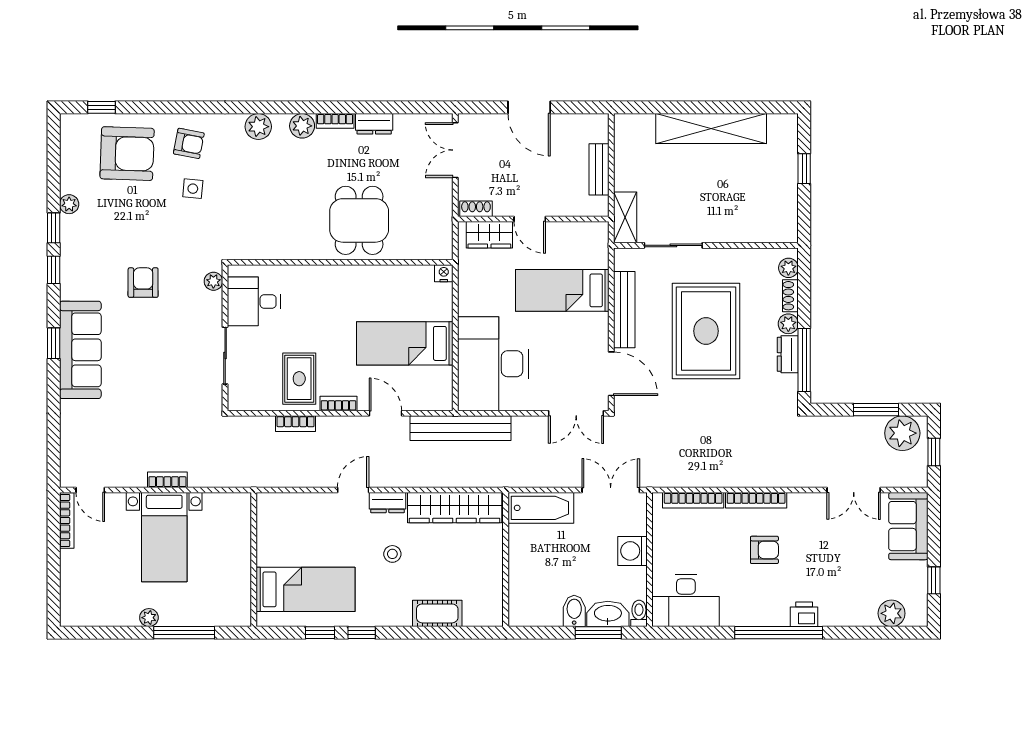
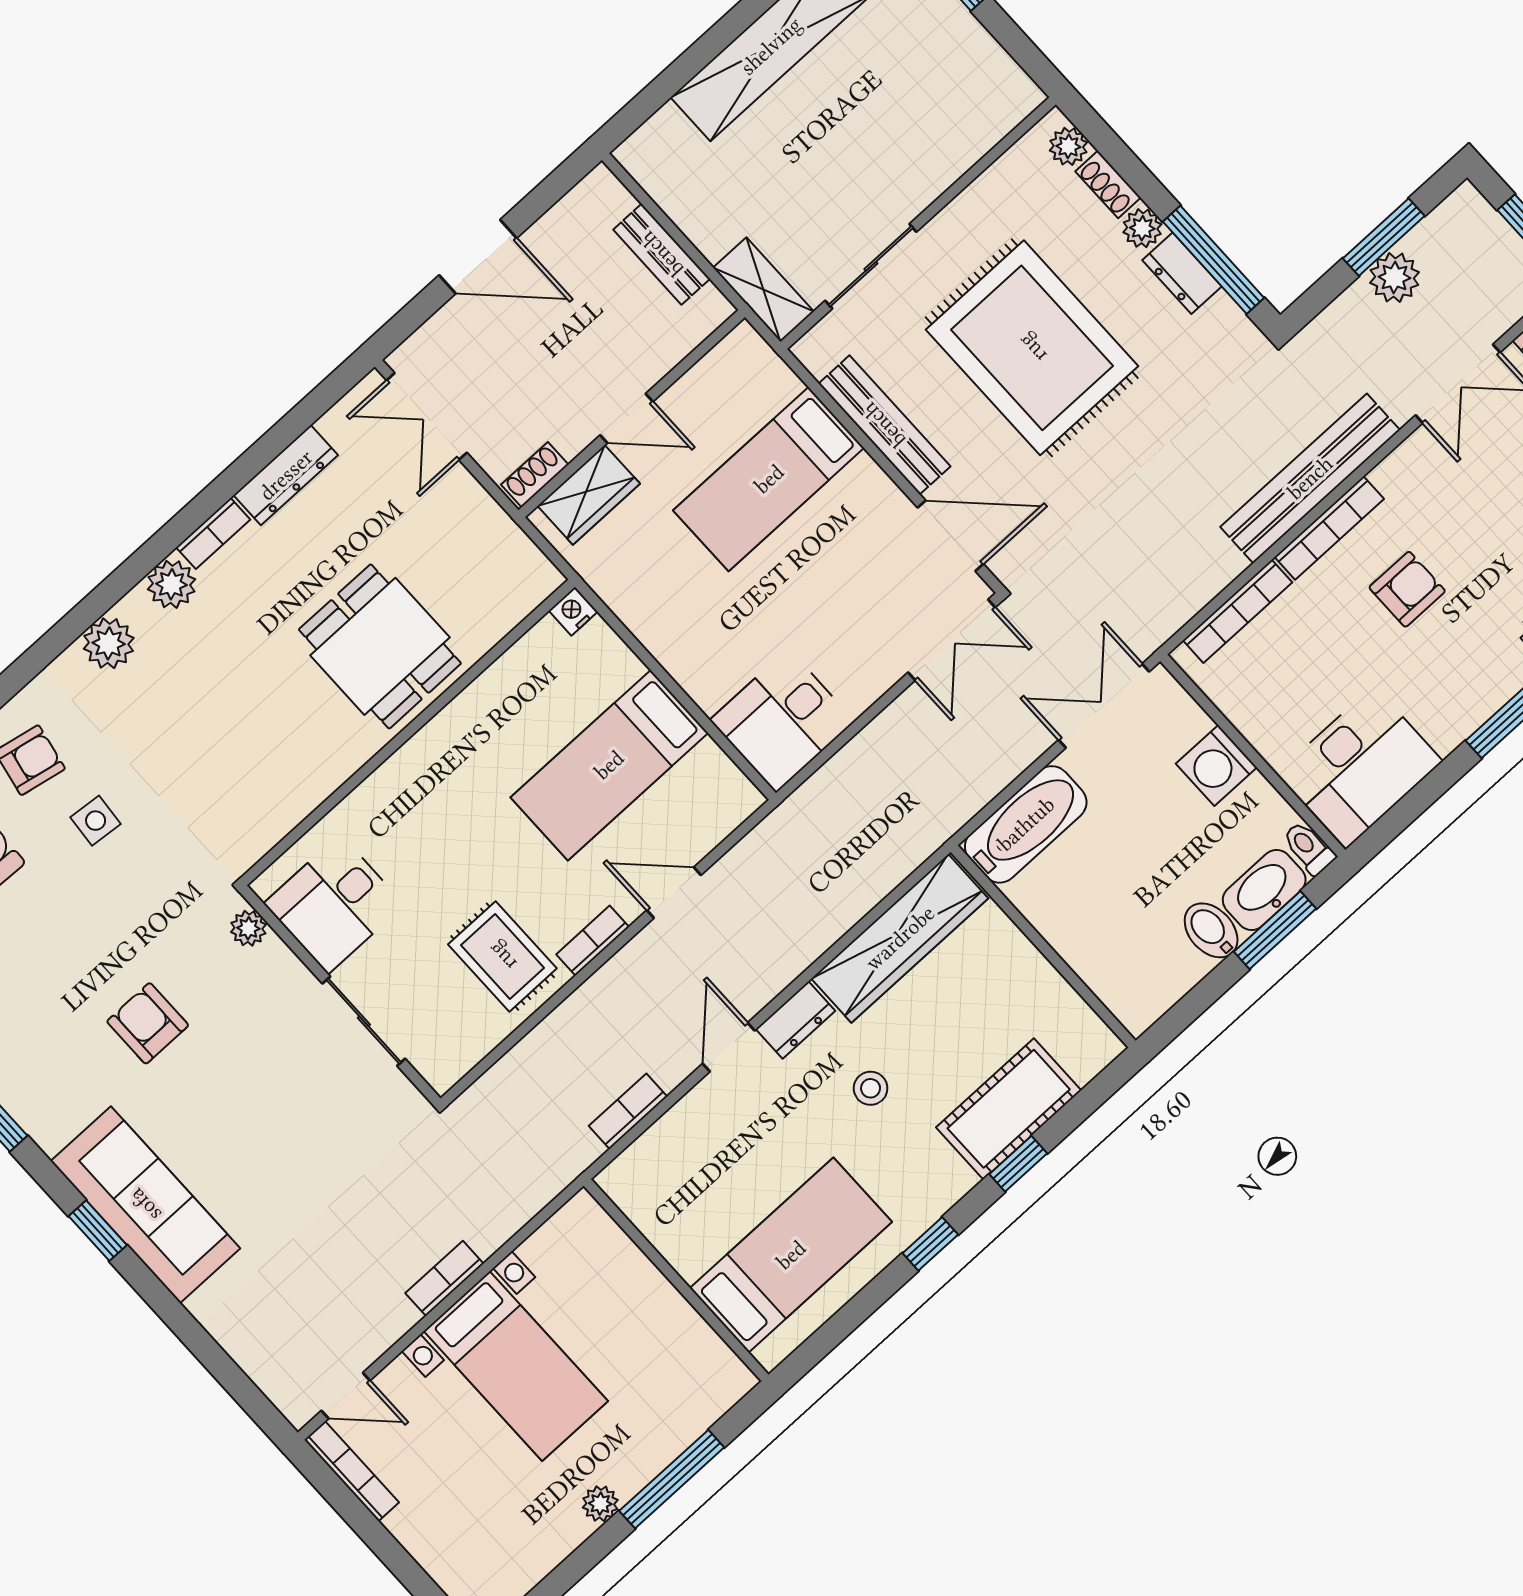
dresser: (374, 124) -> (286, 475), width x1.44
desk: (493, 364) -> (782, 721), width x0.53, depth x0.77
bookcase: (296, 424) -> (628, 1111), moved, turned 180
bench: (461, 428) -> (1310, 478), moved
plant: (902, 433) -> (1394, 277), moved, width x0.73, depth x0.73
cot: (437, 613) -> (1009, 1109), width x1.37, depth x1.34
window: (320, 633) -> (1018, 1164), moved

